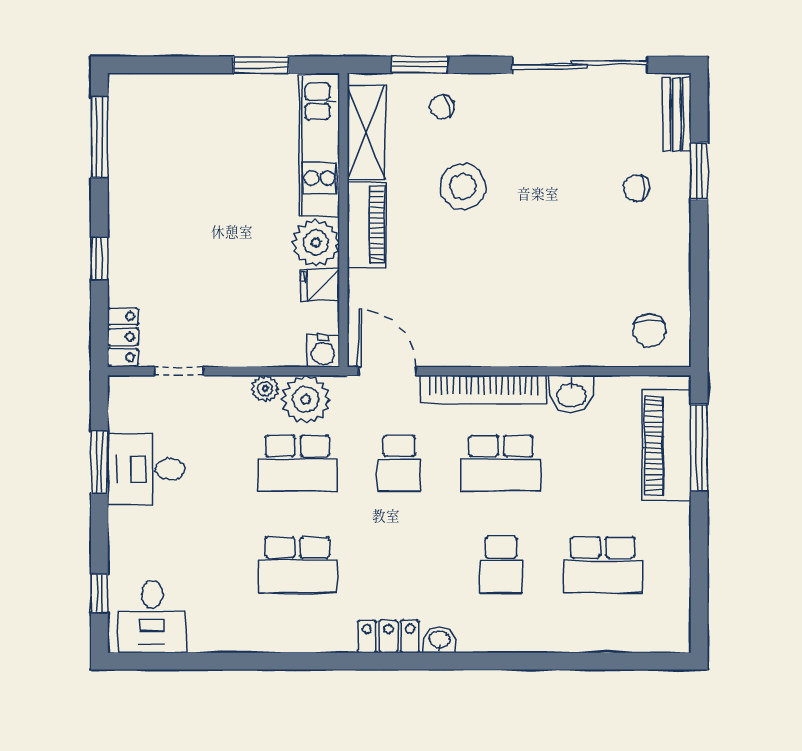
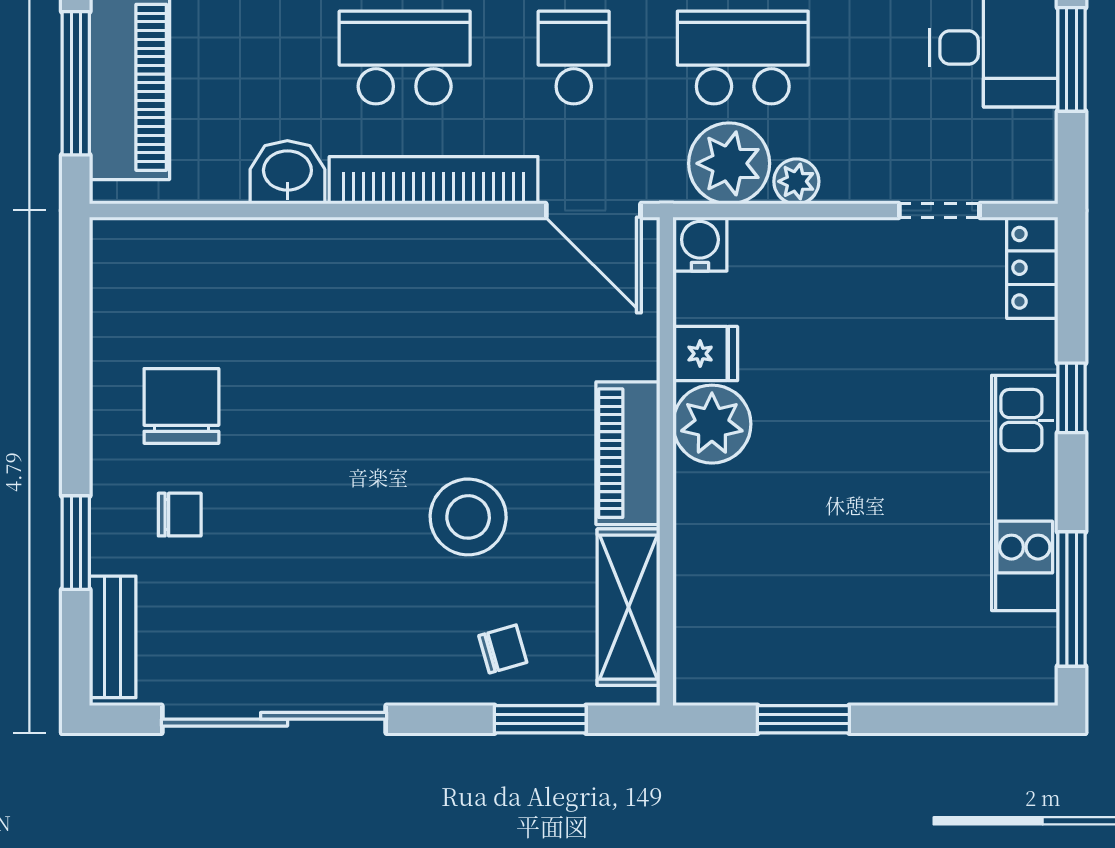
kitchen unit: (319, 146) -> (1025, 493), moved, turned 180
chair: (650, 330) -> (181, 406), moved, width x1.37, depth x1.37

